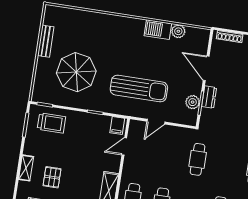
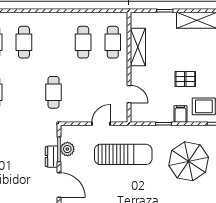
sun lounger: (139, 89) -> (123, 154), turned 180
filing cabinet: (117, 125) -> (181, 114), moved
door: (124, 146) -> (129, 94), hinge flipped
pallet: (52, 177) -> (185, 79), moved, turned 90

